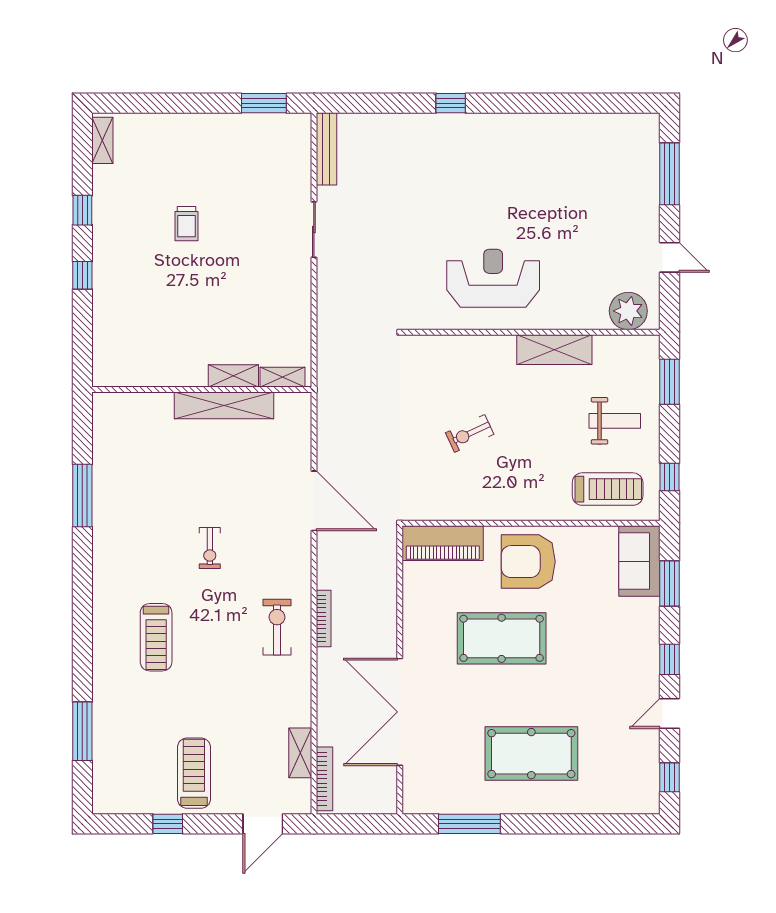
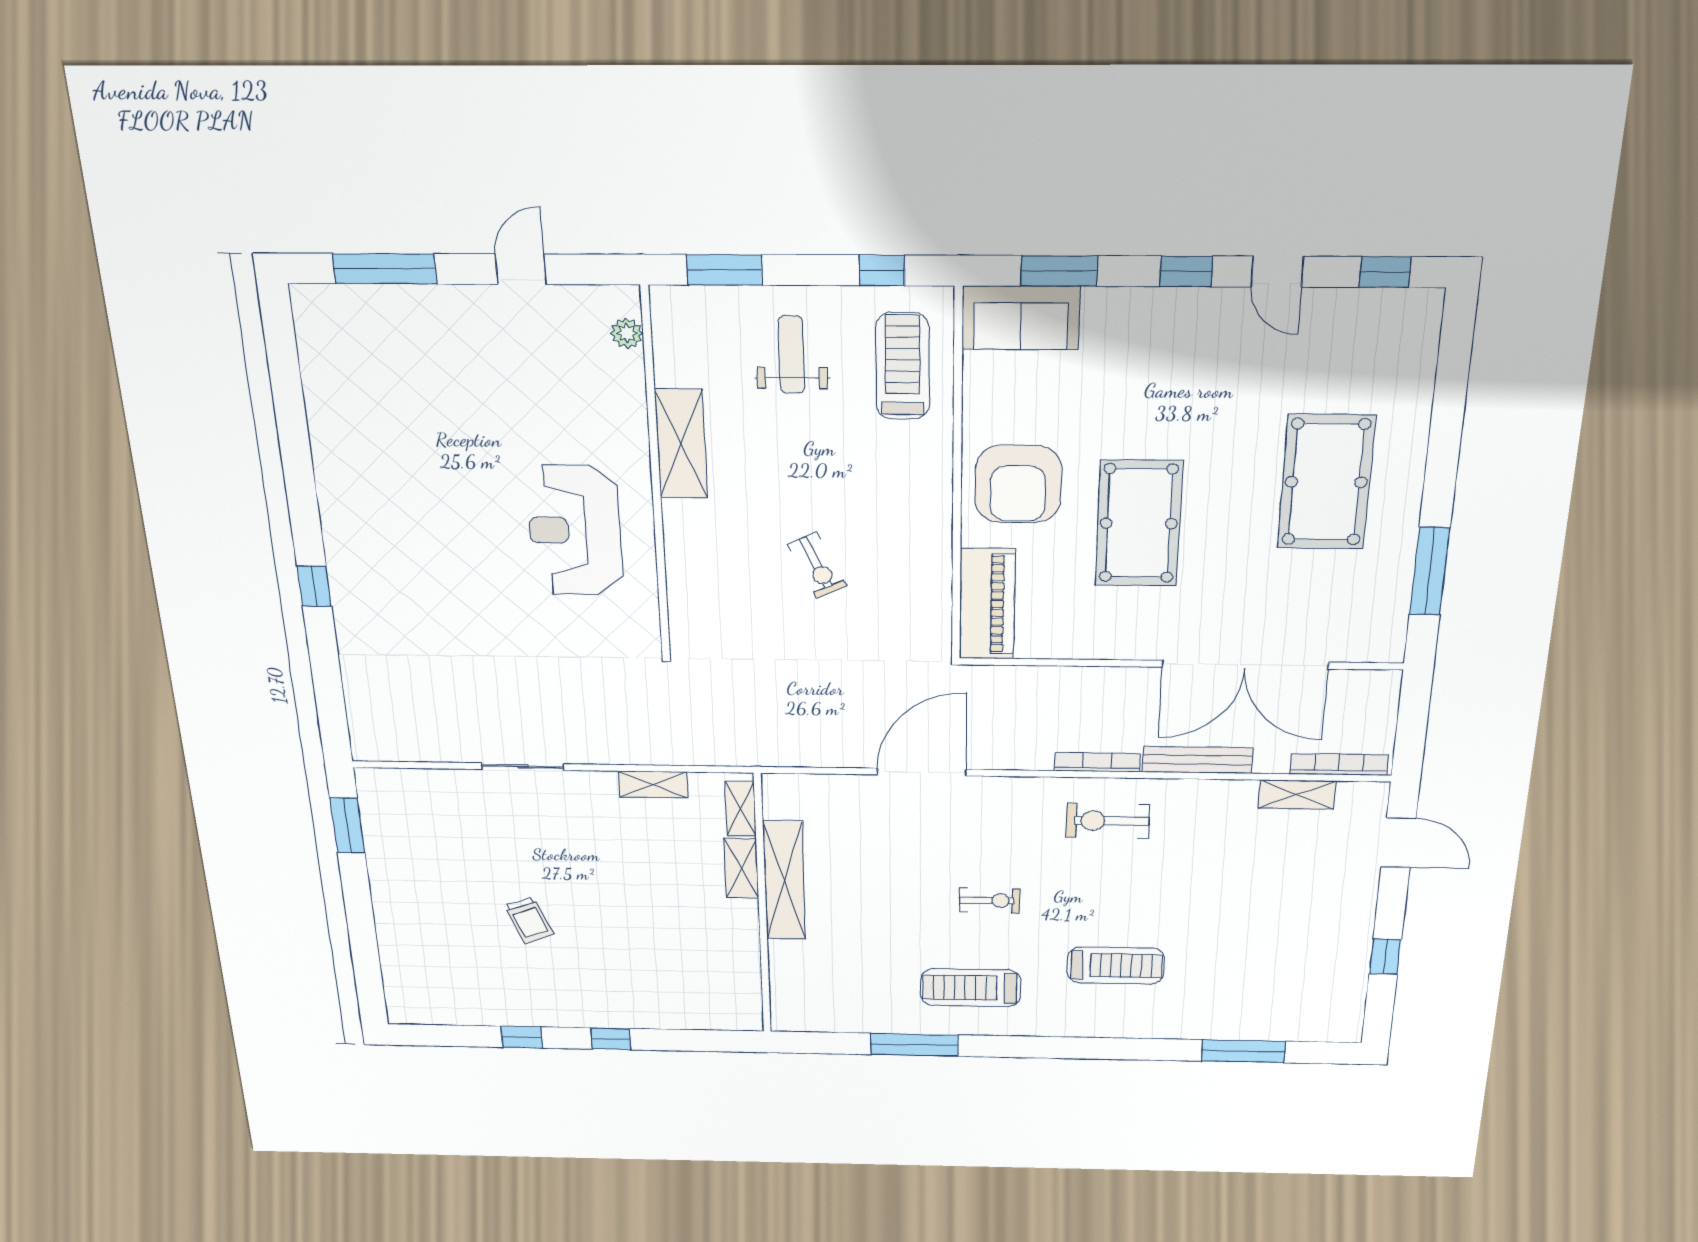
shelving: (102, 140) -> (653, 784), moved
bench: (326, 149) -> (1197, 760), moved
trolley: (187, 224) -> (529, 920), turned 69
plant: (628, 311) -> (627, 333), width x0.53, depth x0.53
treadmill: (194, 773) -> (971, 988), moved

